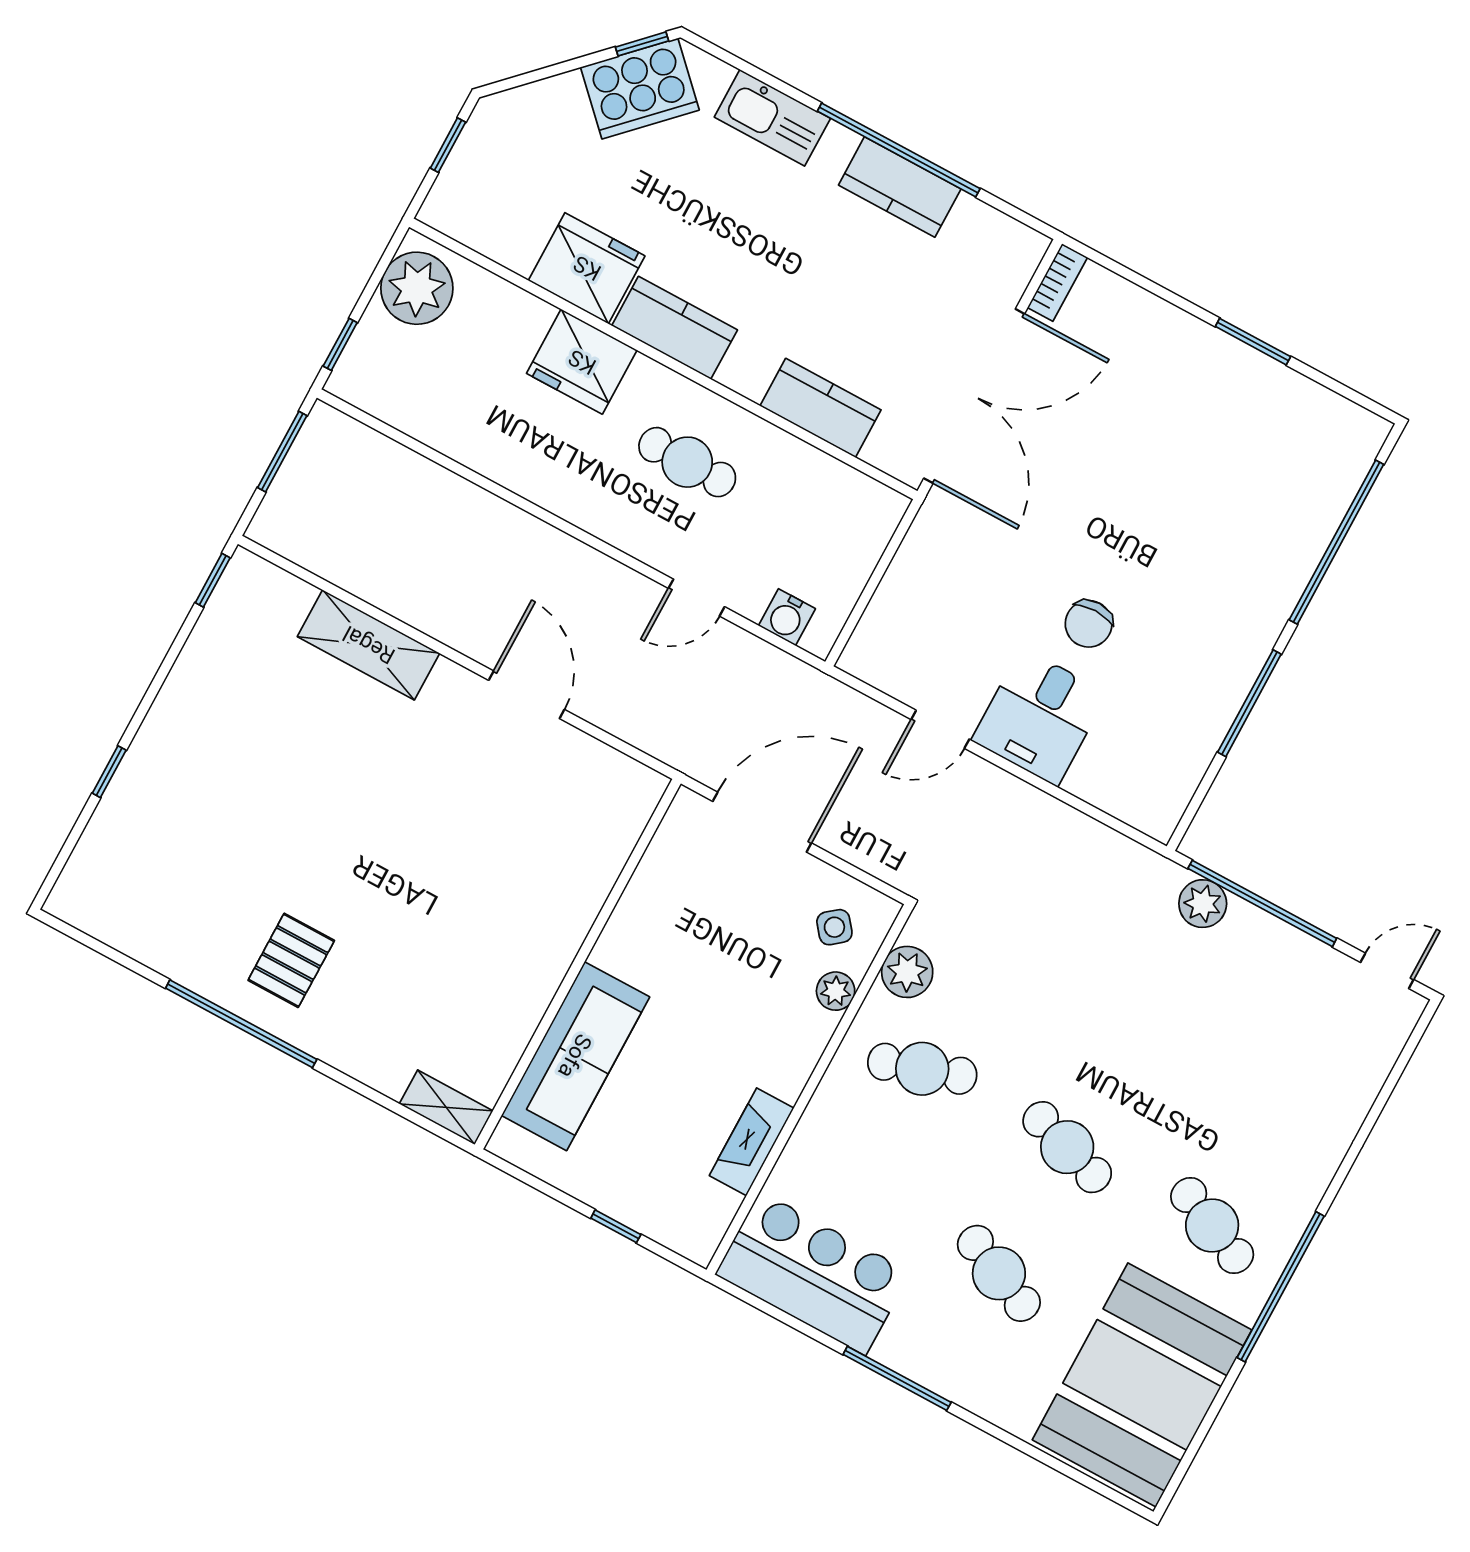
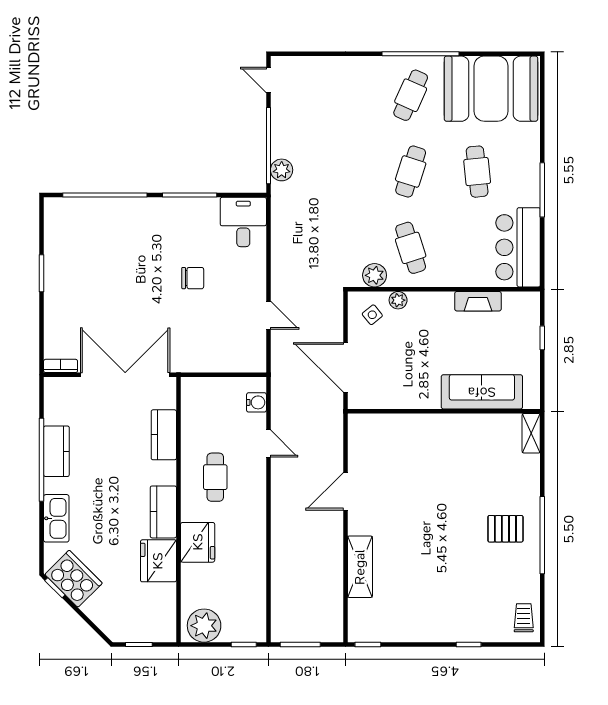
desk: (1039, 717) -> (243, 222), moved, turned -90
trolley: (103, 903) -> (524, 618), added
cafe table: (999, 1273) -> (477, 172), turned -30

